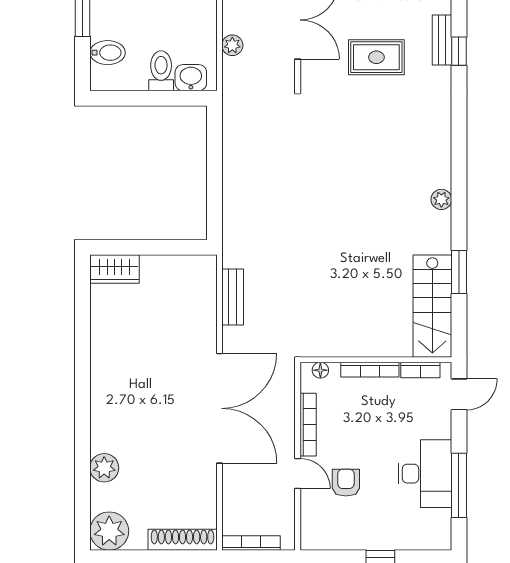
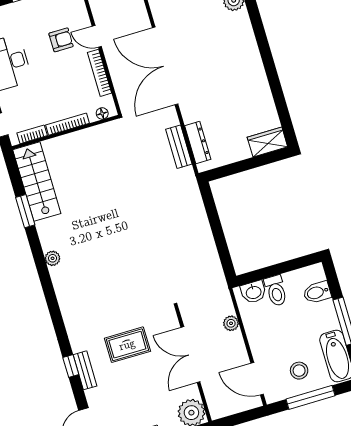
dresser: (206, 295) -> (198, 143), added
armchair: (346, 483) -> (61, 40), turned -90

